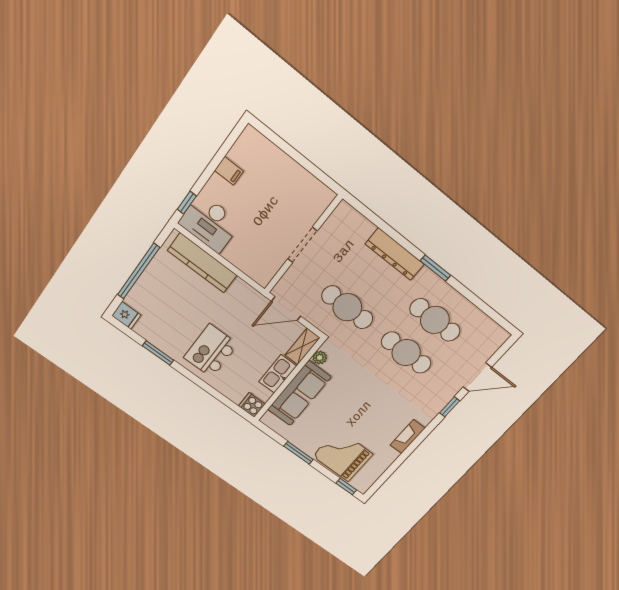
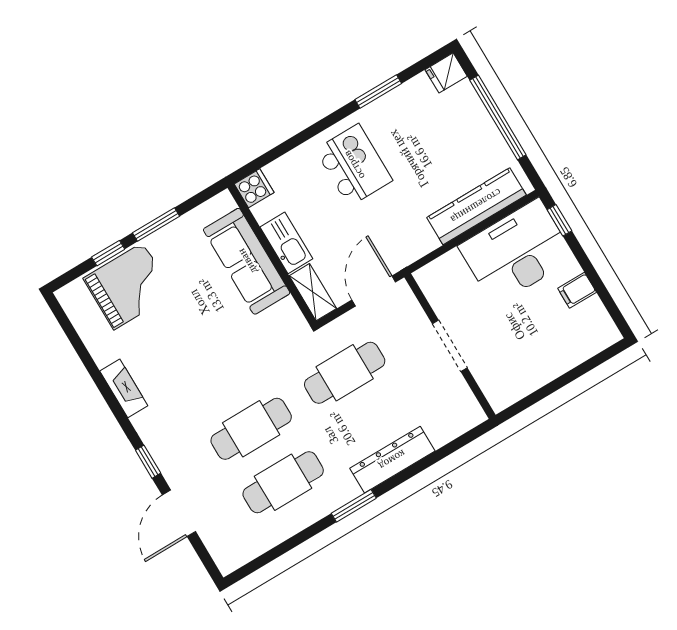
desk: (210, 223) -> (516, 252), width x1.36, depth x1.30
plant: (320, 358) -> (288, 309), removed
window: (346, 487) -> (108, 253), moved

